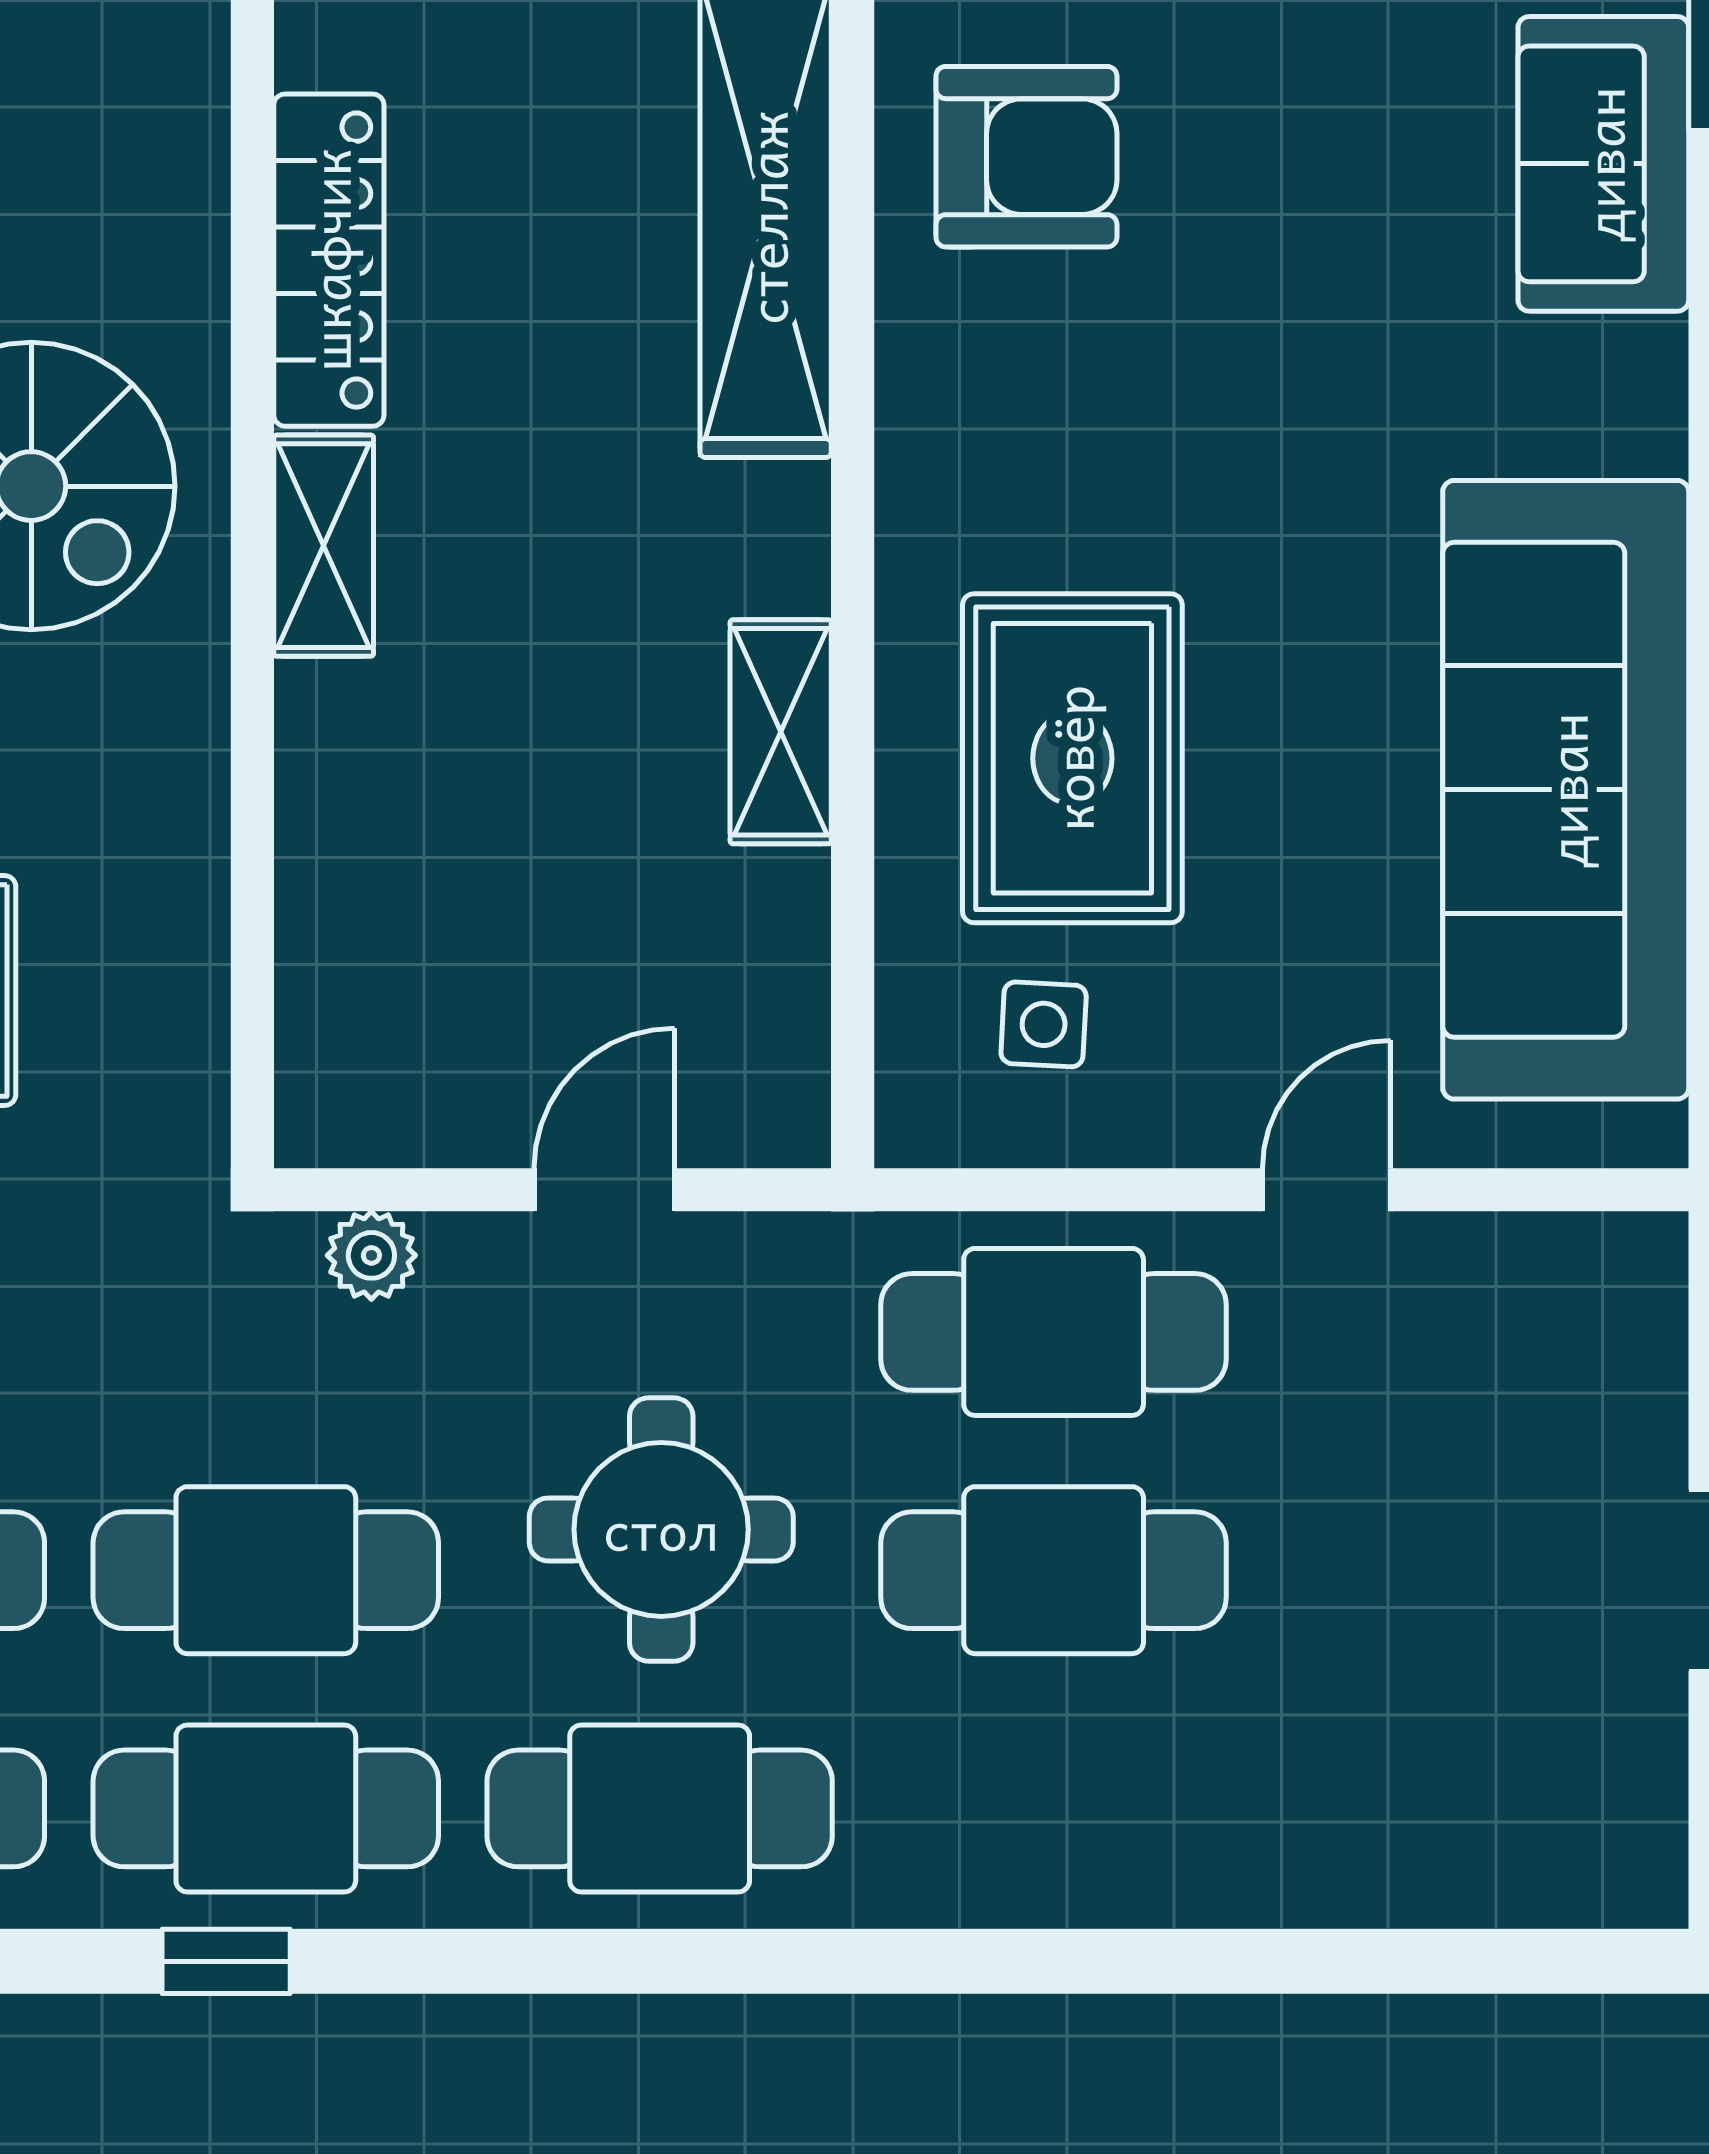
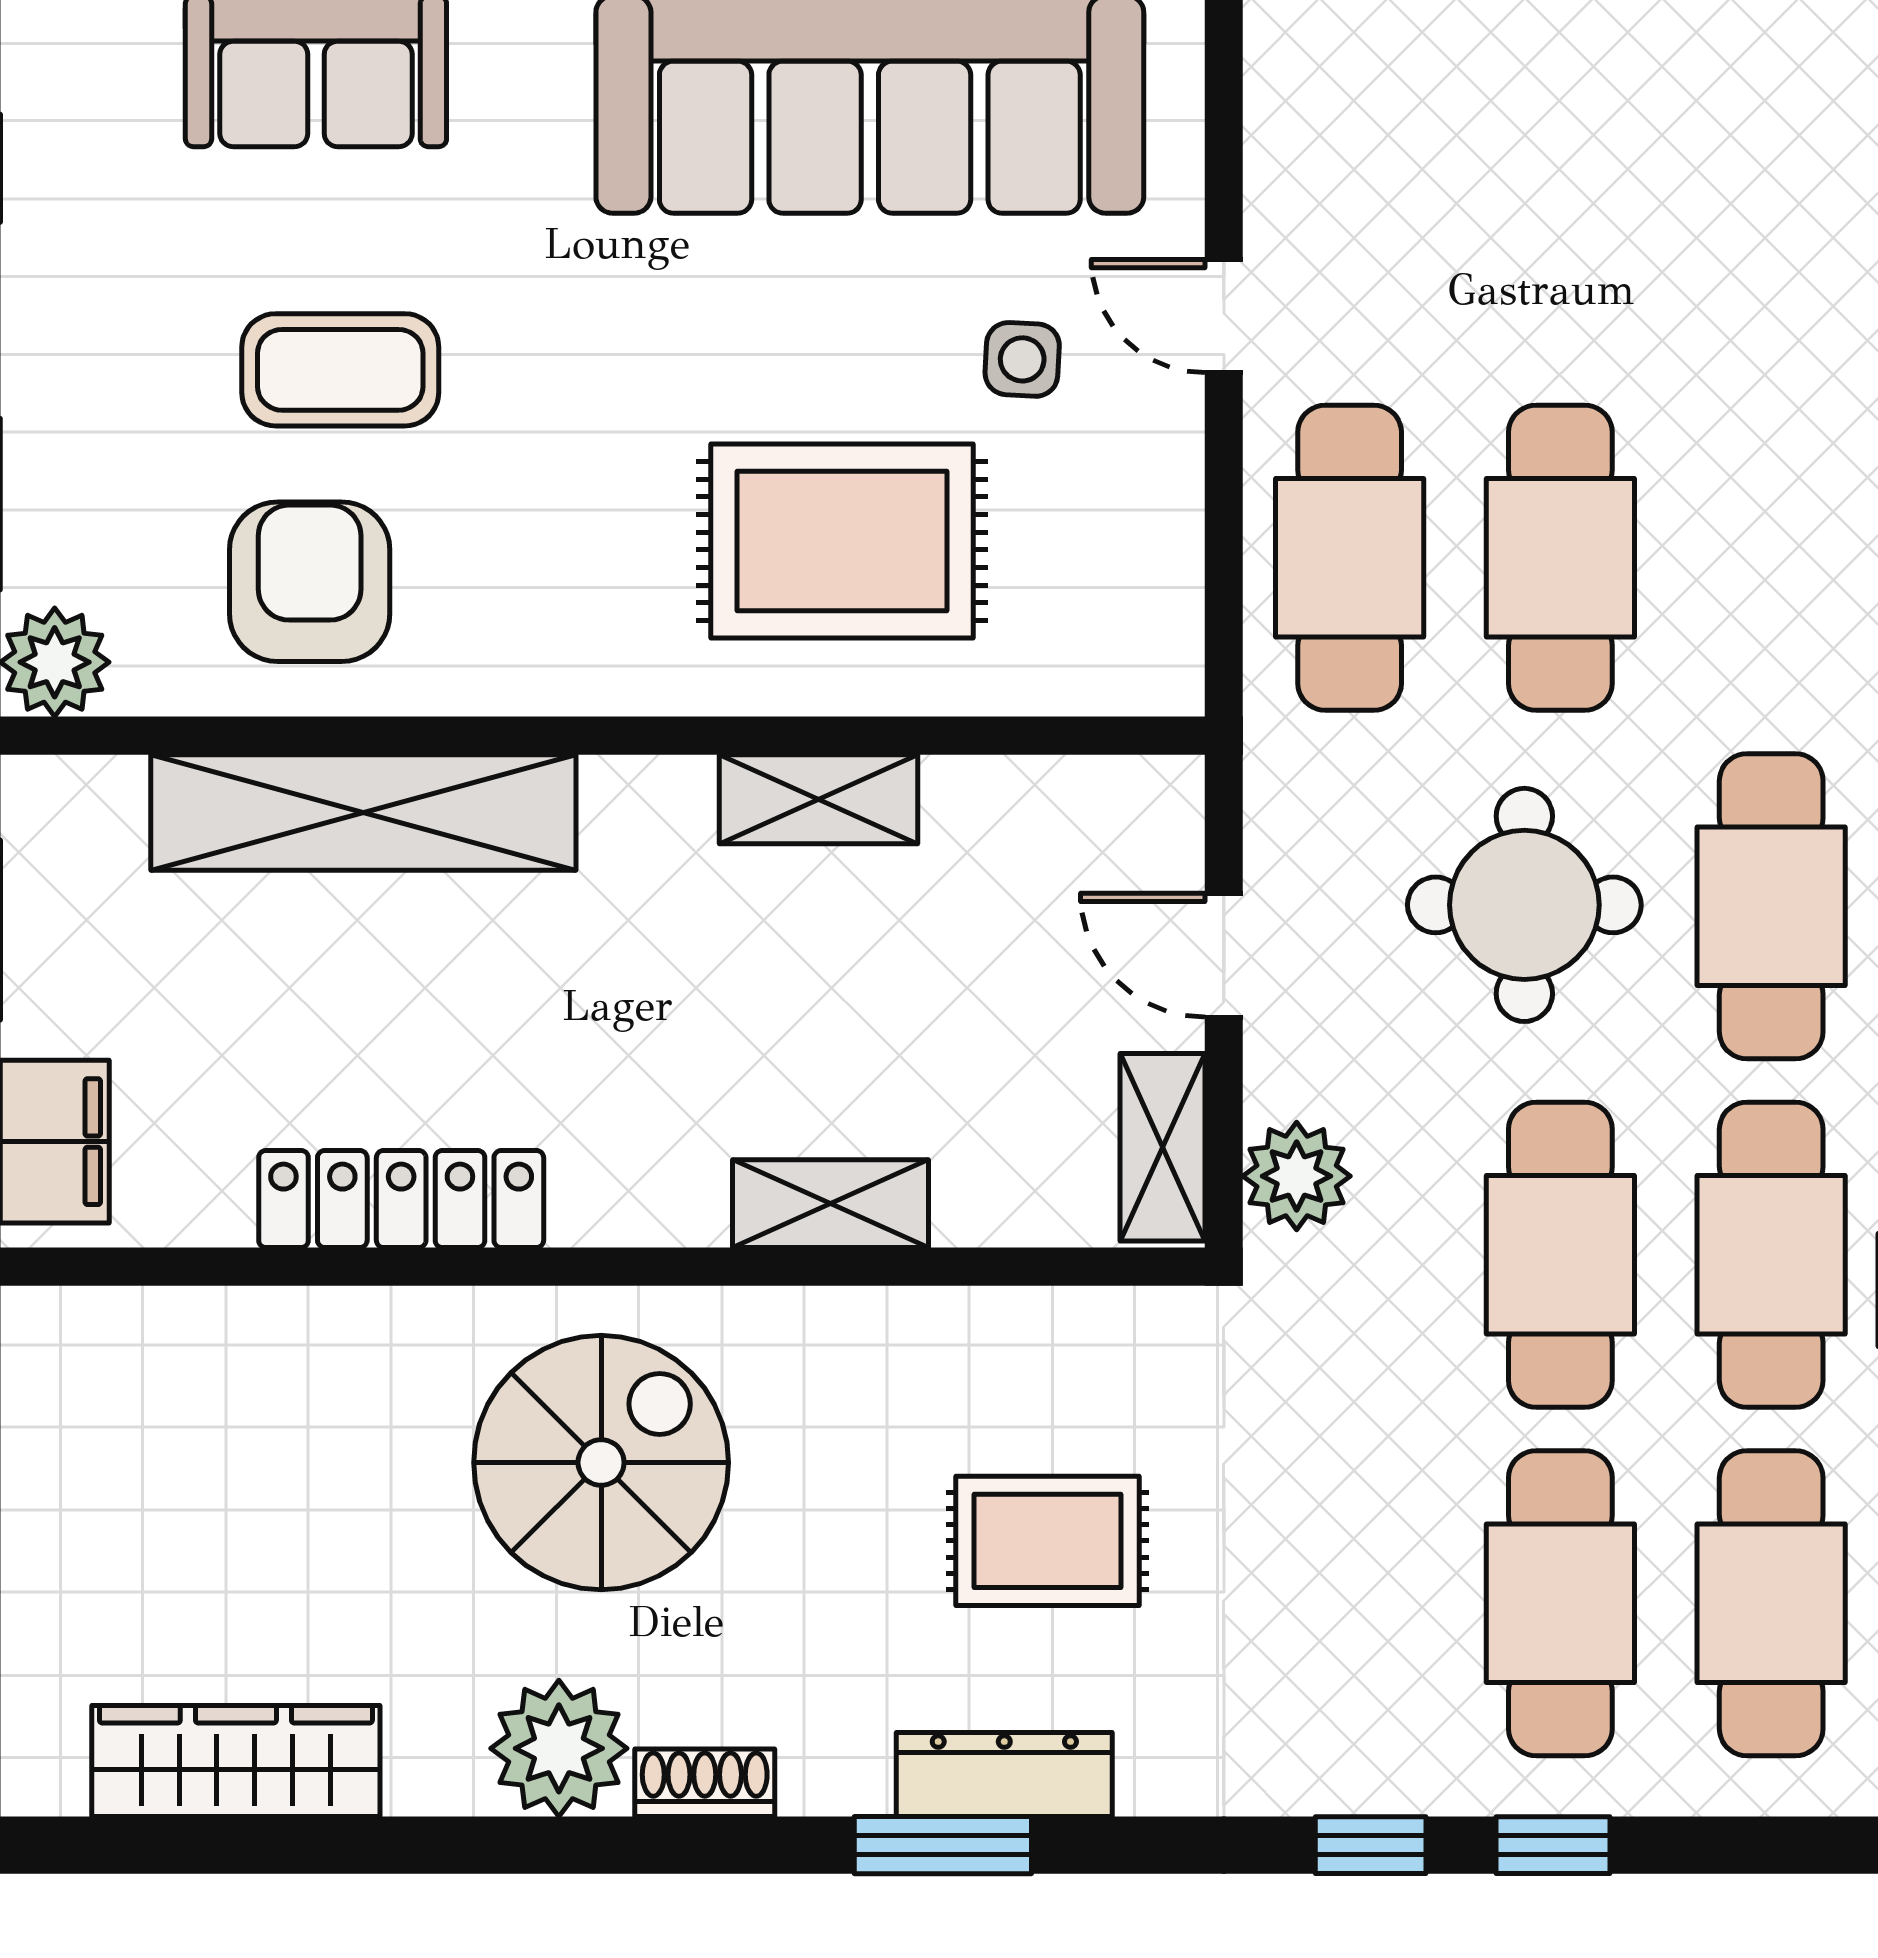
coffee table: (1266, 191) -> (340, 370), added
shelving: (324, 546) -> (831, 1204), moved
side table: (1044, 1024) -> (1022, 359), moved
shelving: (387, 1121) -> (1162, 1147), added
plant: (371, 1255) -> (1297, 1176), width x1.38, depth x1.38

